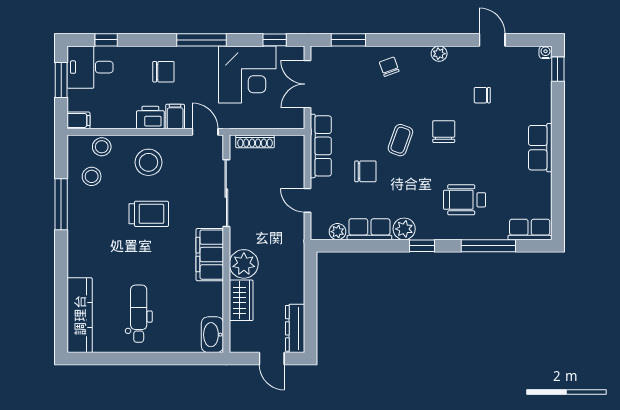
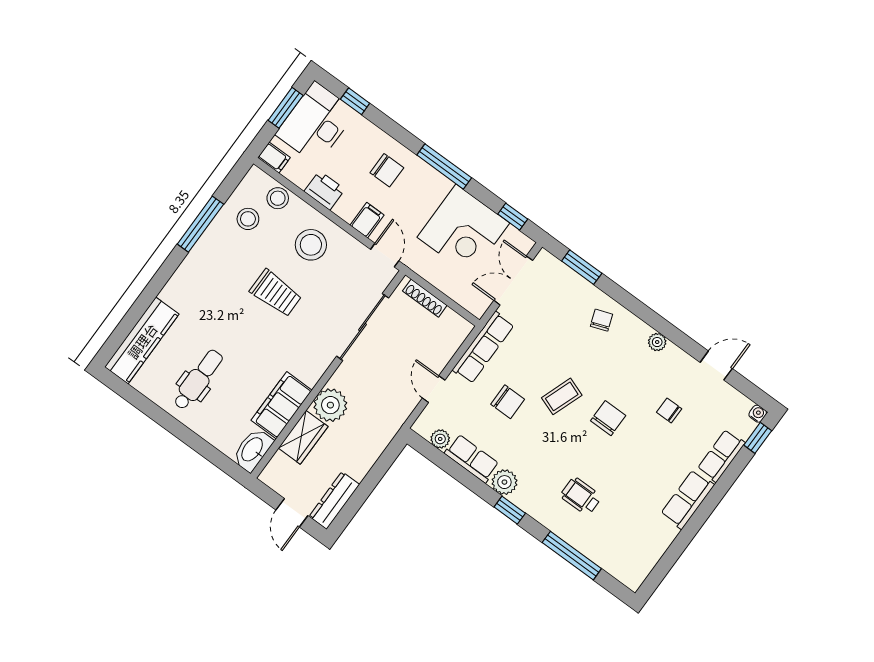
door: (492, 40) -> (716, 366), hinge flipped
desk: (90, 67) -> (316, 123), width x1.37
printer: (150, 118) -> (324, 190), moved
wheelchair: (465, 200) -> (581, 496), width x0.73, depth x0.73
row of seats: (530, 229) -> (721, 456), moved, turned -90
filing cabinet: (210, 255) -> (282, 405), moved

